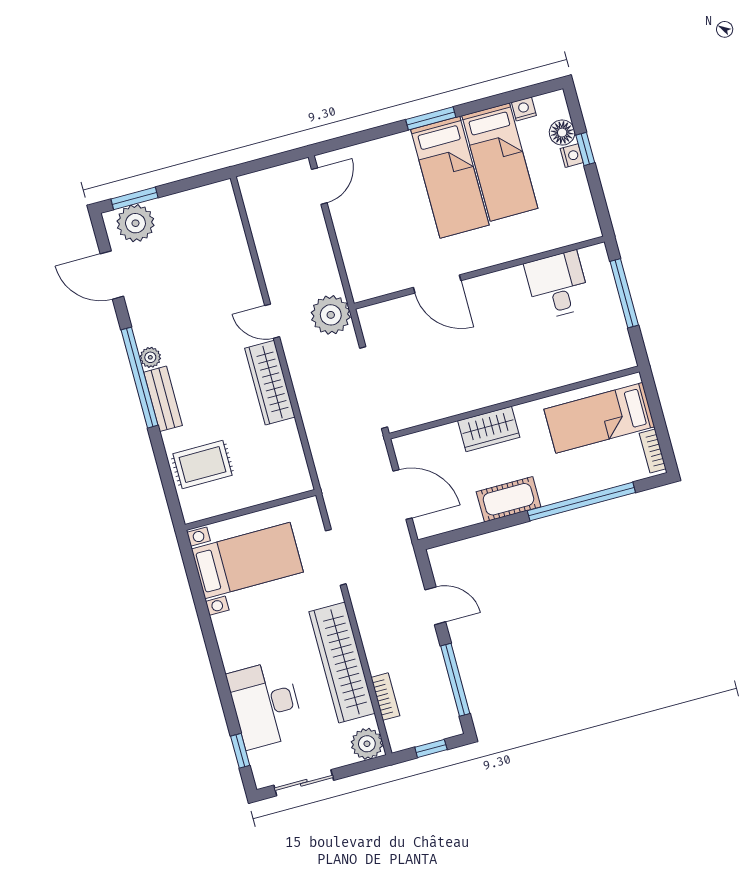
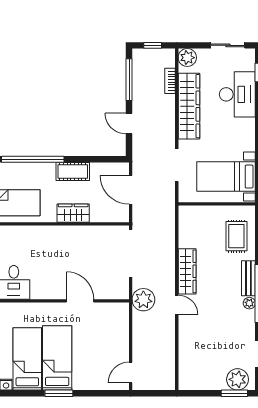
rug: (202, 465) -> (236, 236), turned 90

